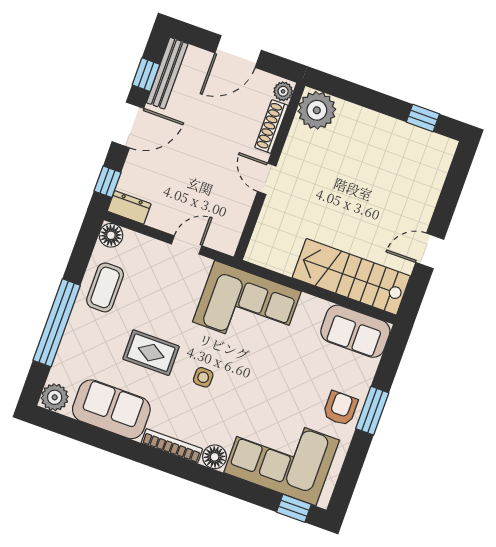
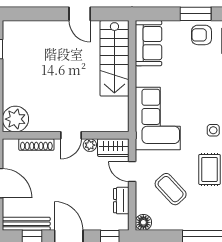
plant: (283, 91) -> (90, 145), moved
dresser: (129, 207) -> (121, 201), moved
wardrobe: (229, 231) -> (113, 148), added
coffee table: (105, 287) -> (171, 189), moved, turned 47

